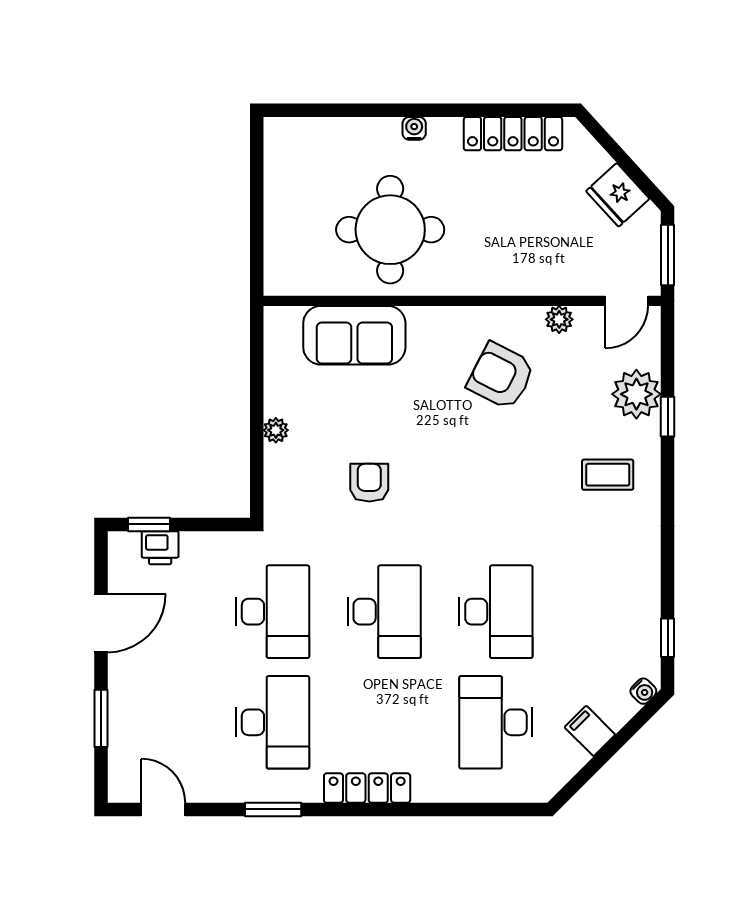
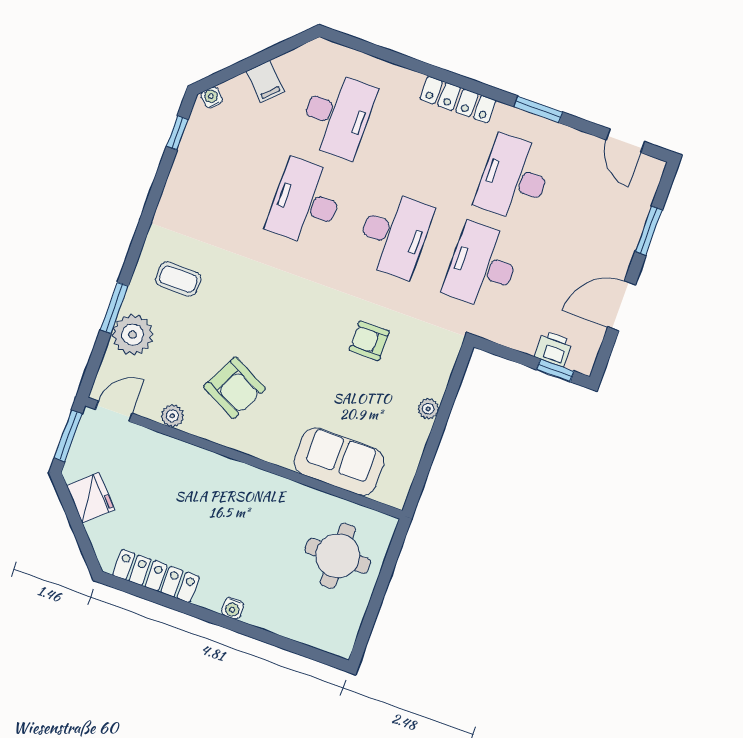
round table: (390, 230) -> (338, 556), moved, width x0.73, depth x0.73
window: (668, 417) -> (114, 308), width x1.50
armchair: (369, 483) -> (369, 341), turned 90
desk: (384, 612) -> (394, 234), turned 180

